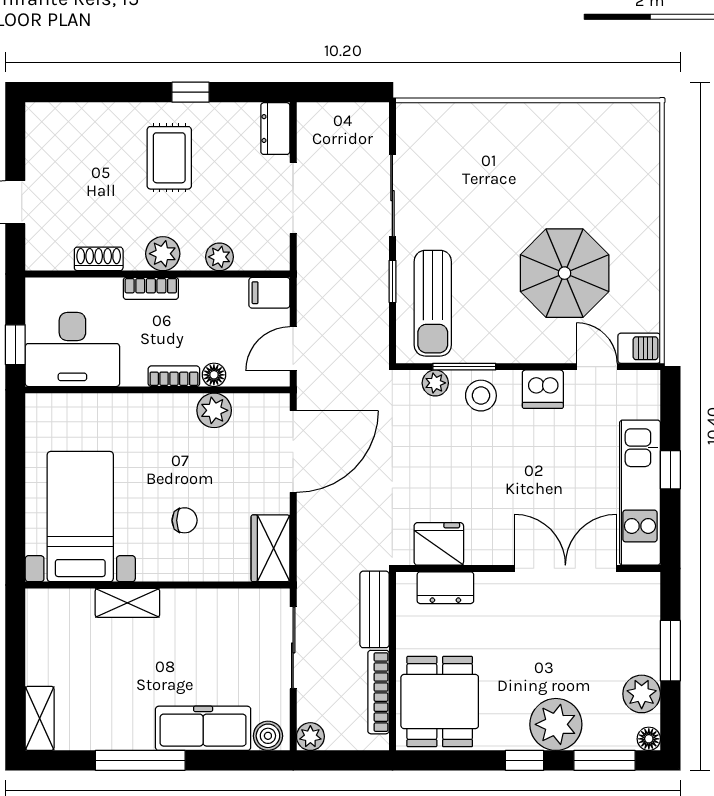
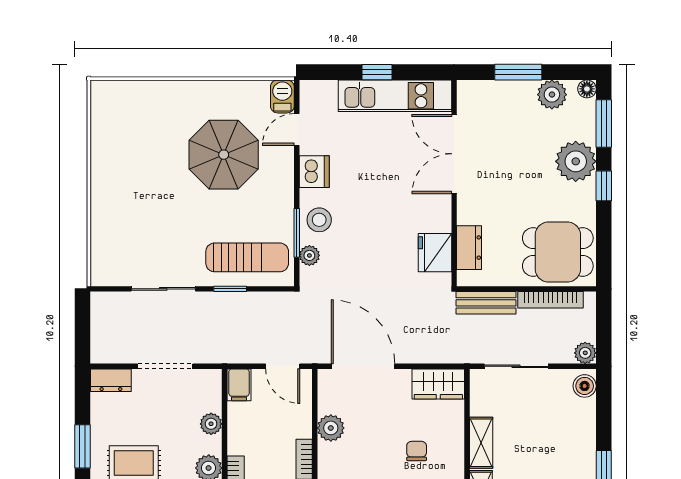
window: (191, 92) -> (83, 446), width x1.50
floor lamp: (214, 375) -> (303, 428), removed
shelving: (195, 603) -> (481, 443), added
freezer: (203, 728) -> (579, 437), removed

